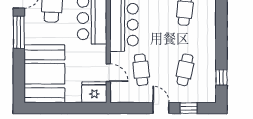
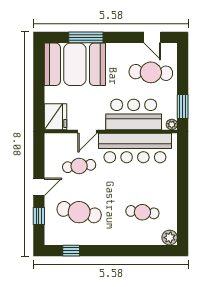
window: (19, 32) -> (86, 37), moved
cafe table: (185, 70) -> (79, 212), width x1.37, depth x1.35
door: (108, 73) -> (87, 131), moved

